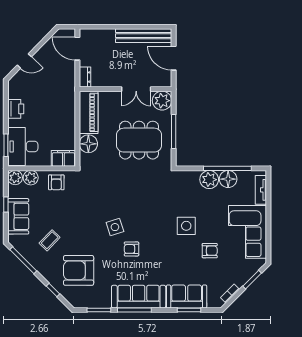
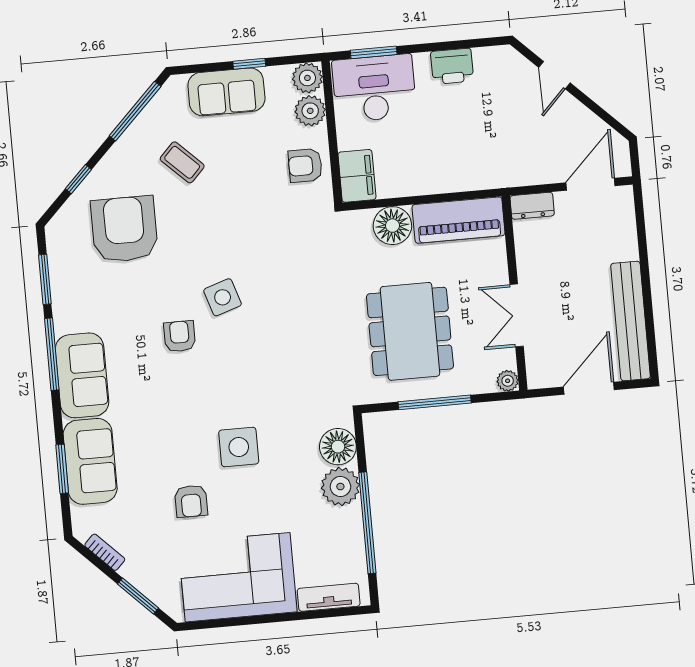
plant: (162, 101) -> (508, 381), width x0.53, depth x0.53
floor lamp: (228, 179) -> (338, 447), moved
sofa: (139, 297) -> (82, 375), width x0.73

